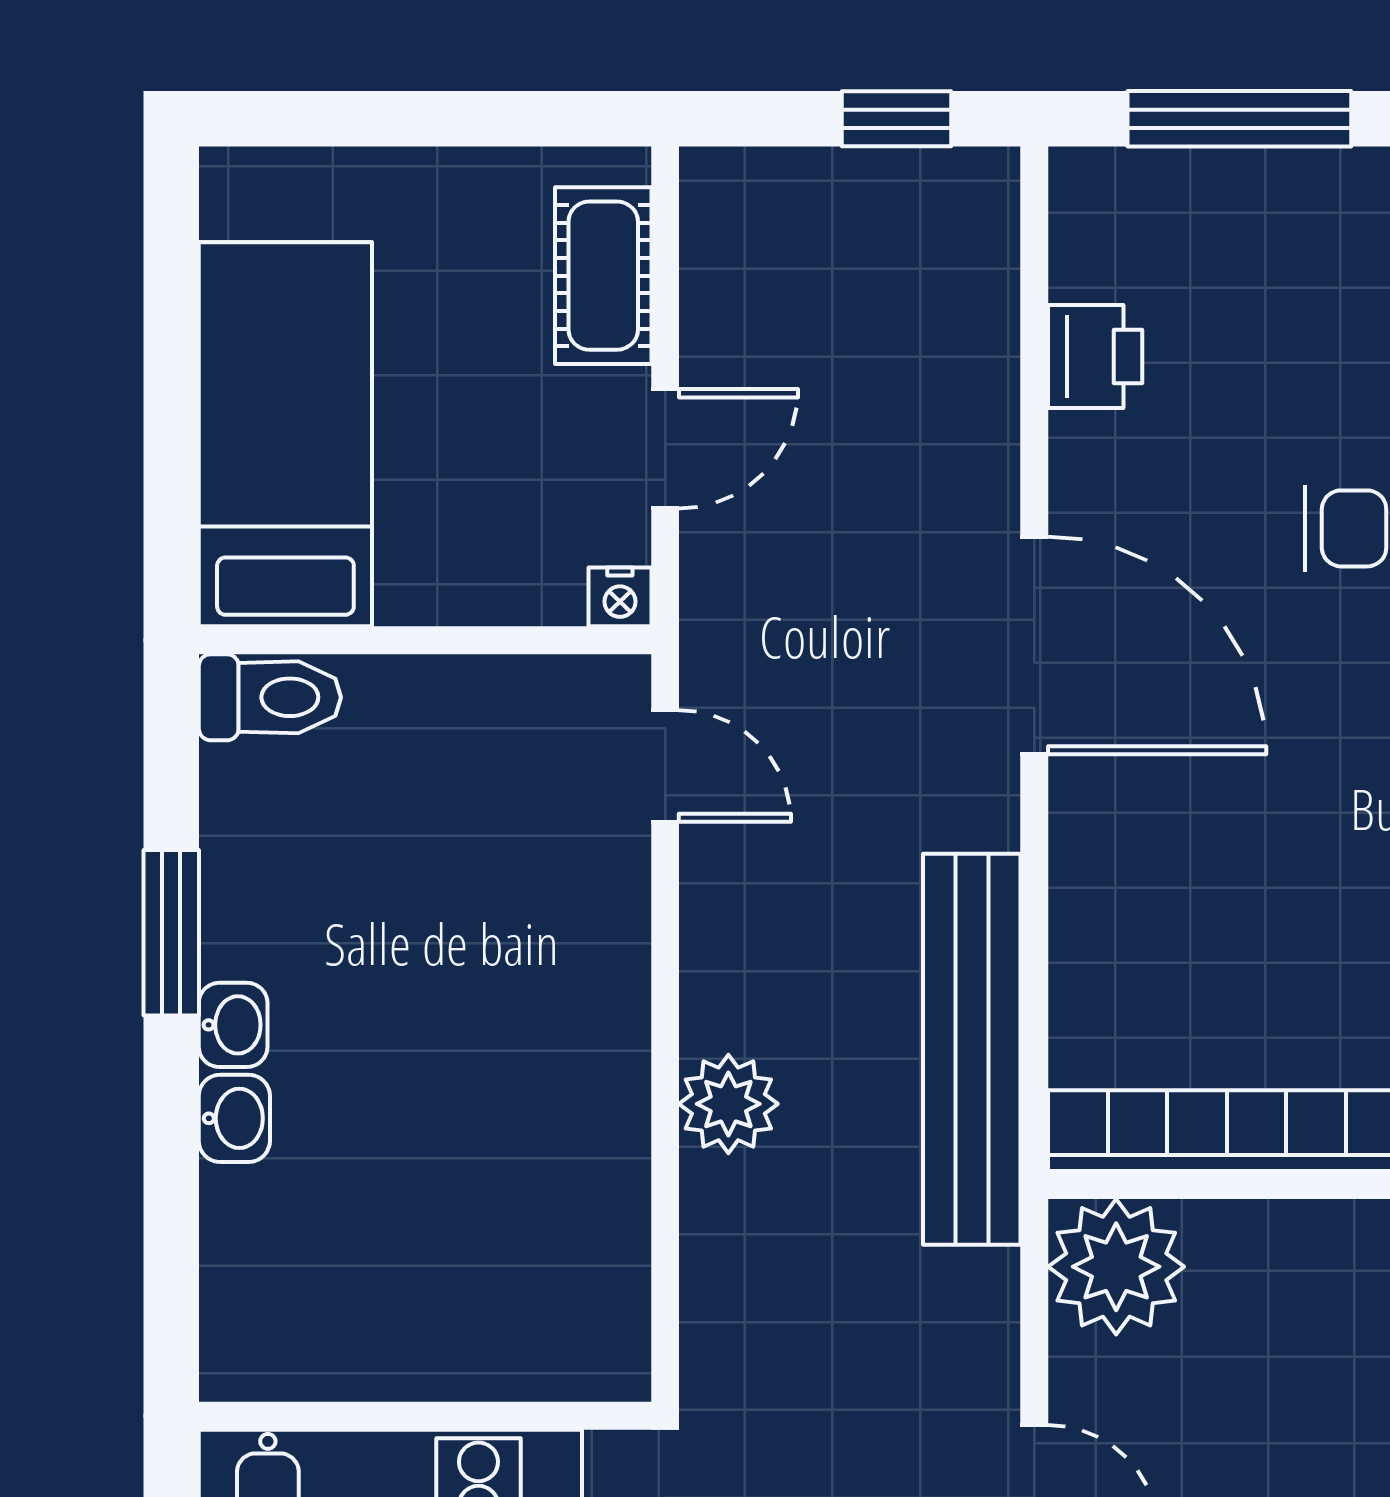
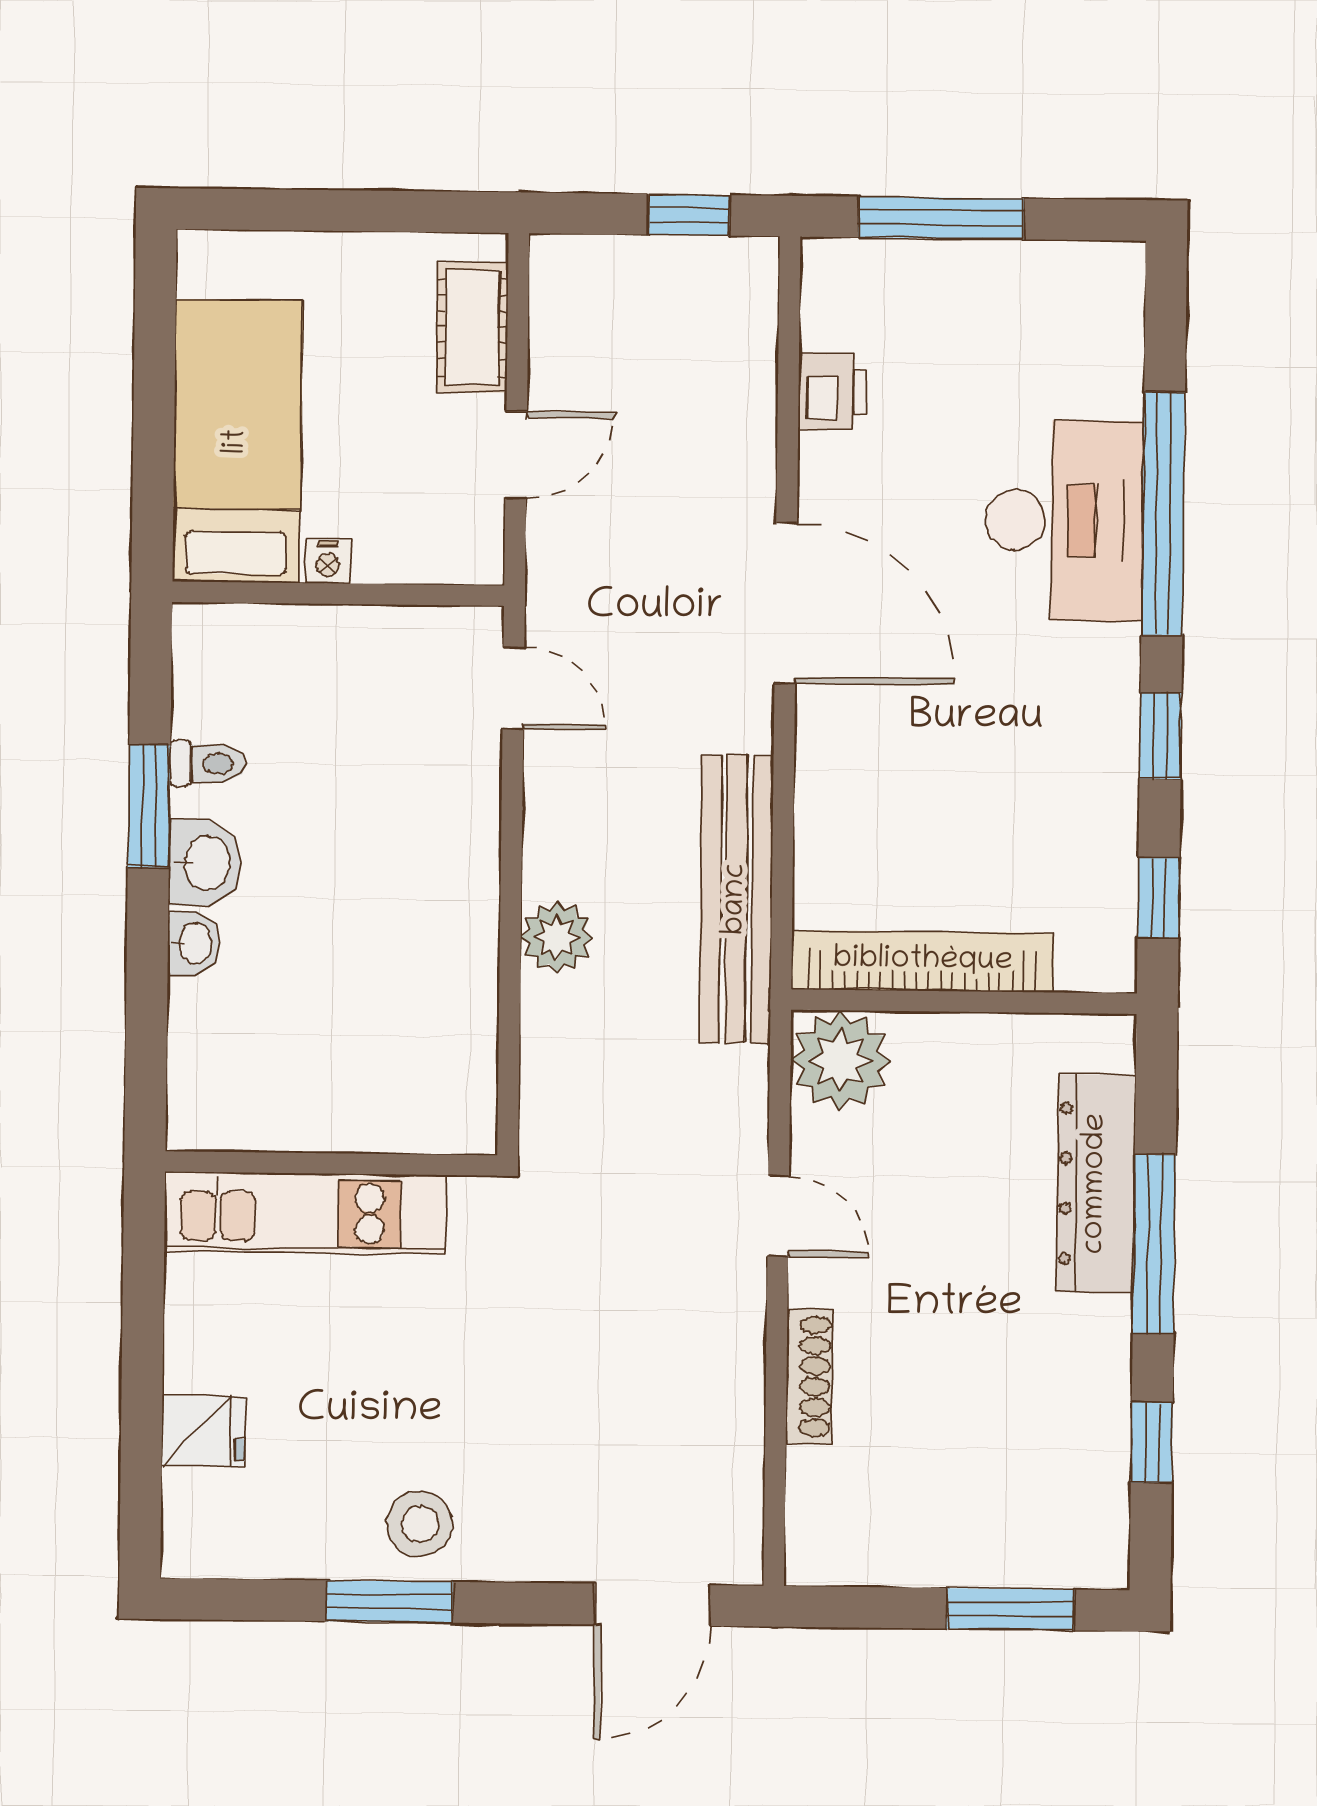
nightstand: (620, 597) -> (328, 562), moved
toilet: (270, 697) -> (208, 763), moved, width x0.73, depth x0.72
washbasin: (233, 1025) -> (205, 863), width x1.38, depth x1.45

